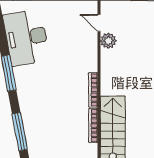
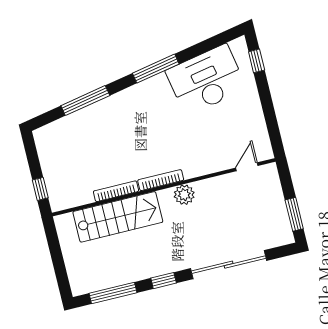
plant: (108, 41) -> (184, 195), moved

